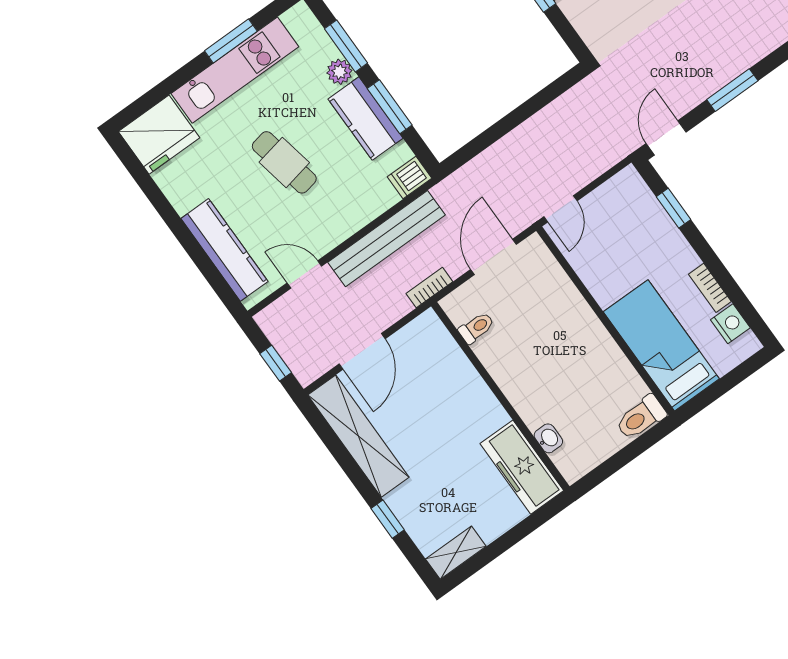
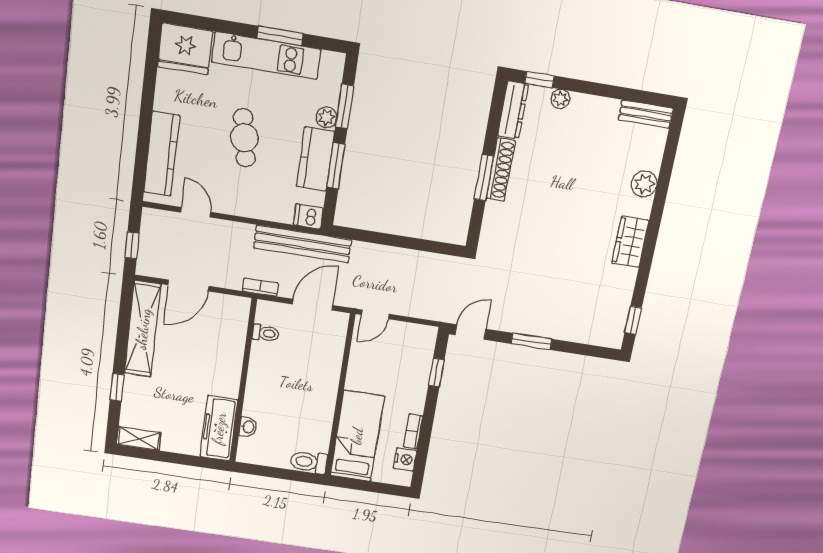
bench: (386, 239) -> (303, 244), moved

